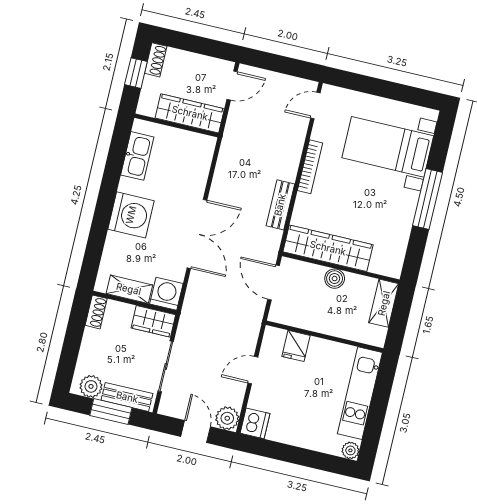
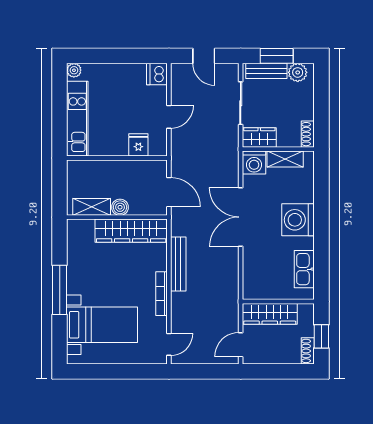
bench: (280, 205) -> (178, 264), width x1.36
shelving: (384, 303) -> (92, 207), moved, turned 90
plant: (227, 418) -> (181, 73), removed

